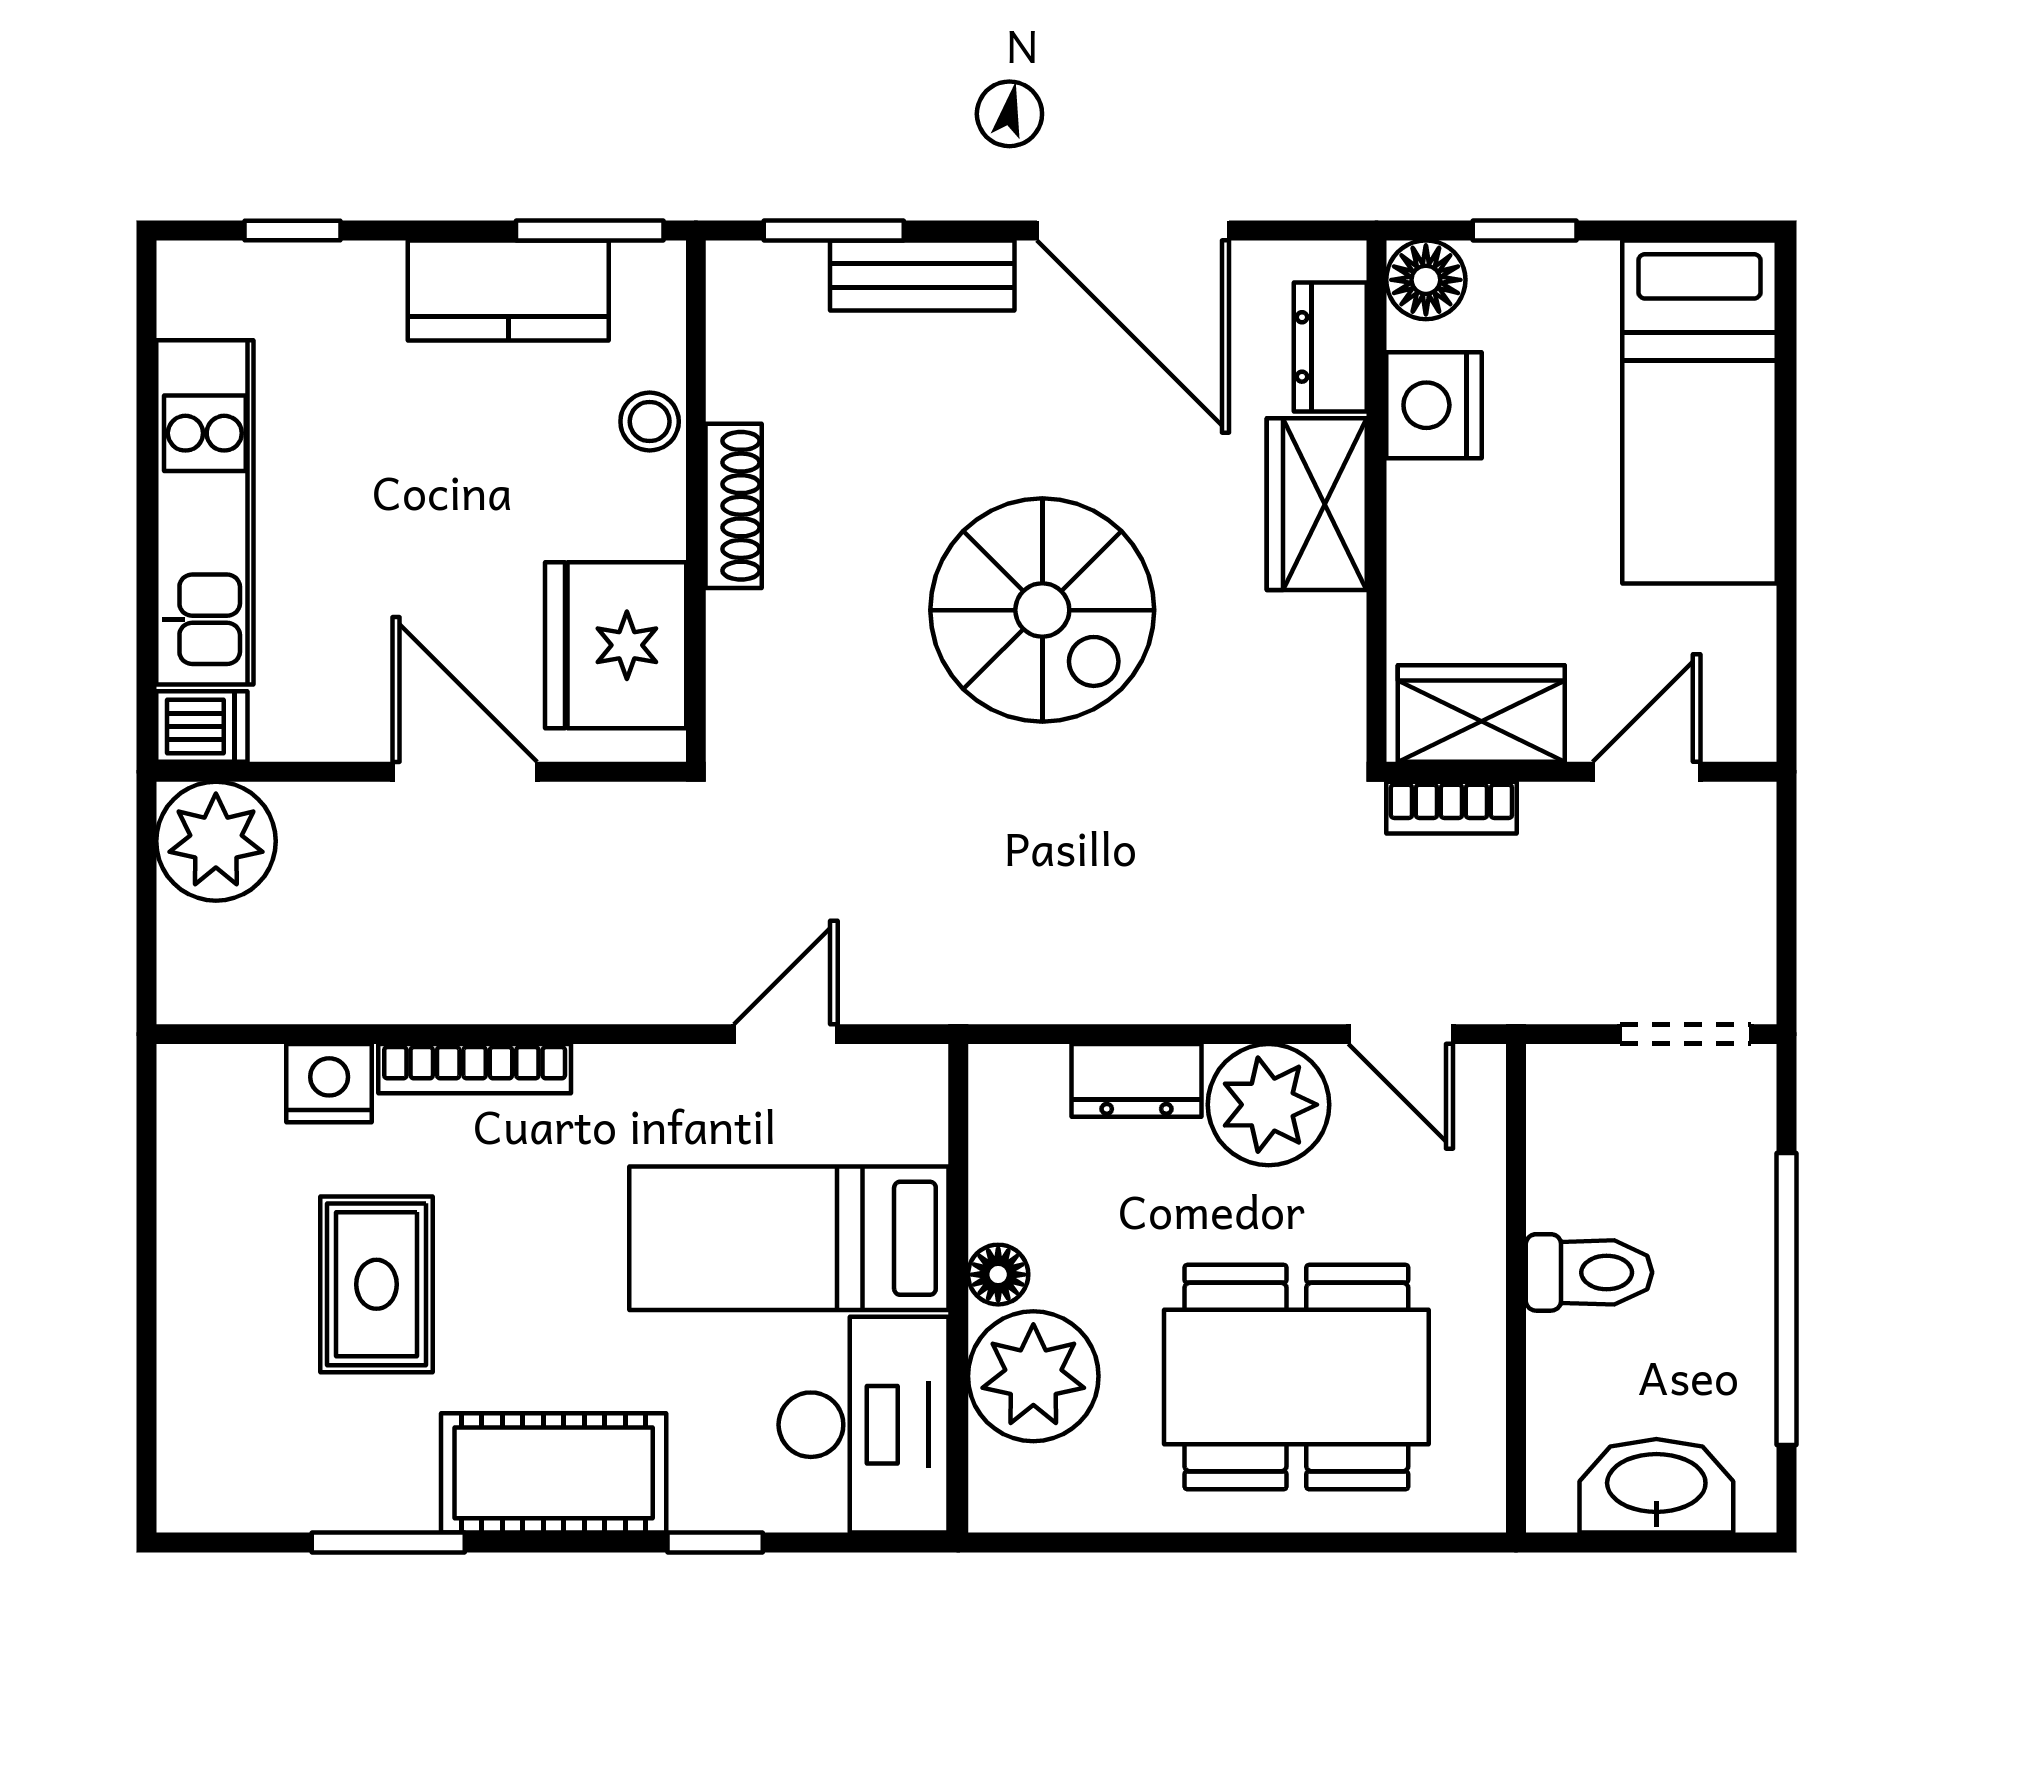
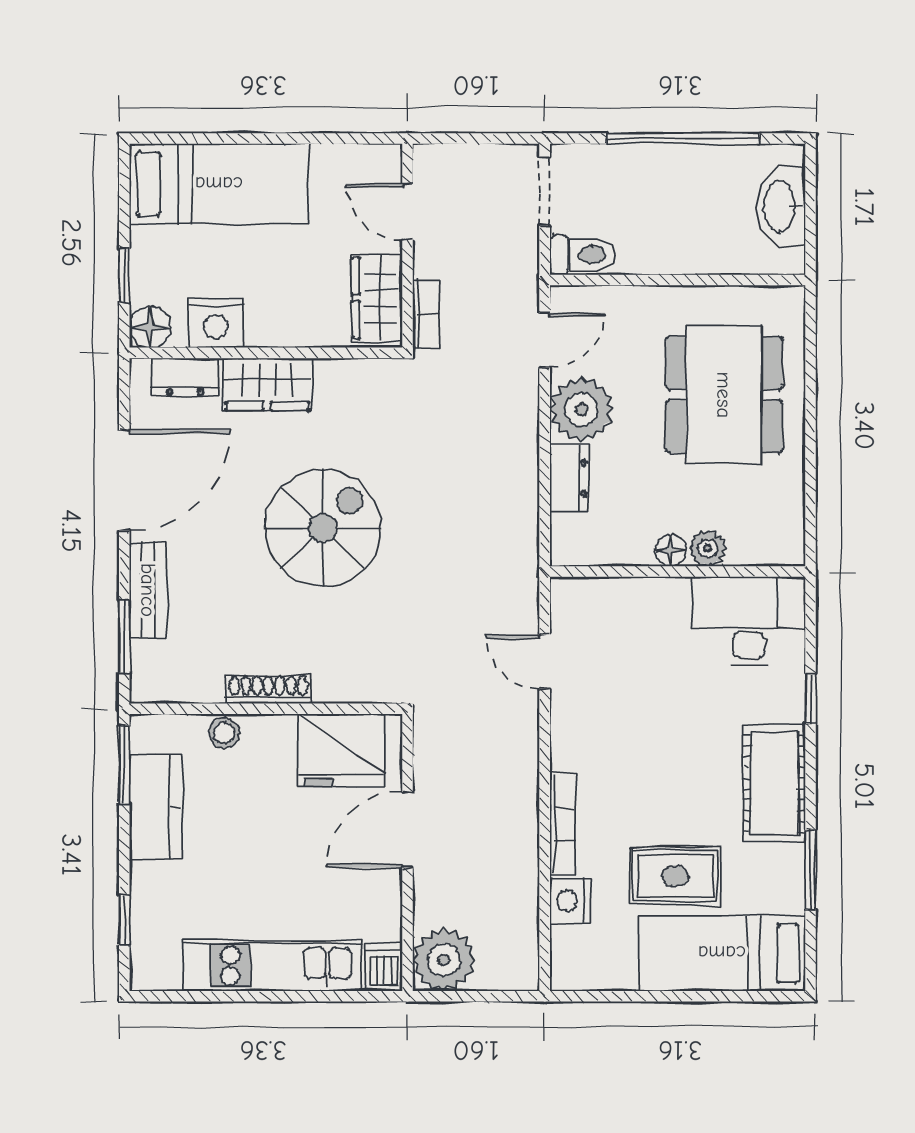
bed: (789, 1238) -> (722, 953), moved, turned 90
toilet: (1589, 1272) -> (583, 255), moved, turned 90
plant: (1033, 1376) -> (708, 548), width x0.53, depth x0.53

